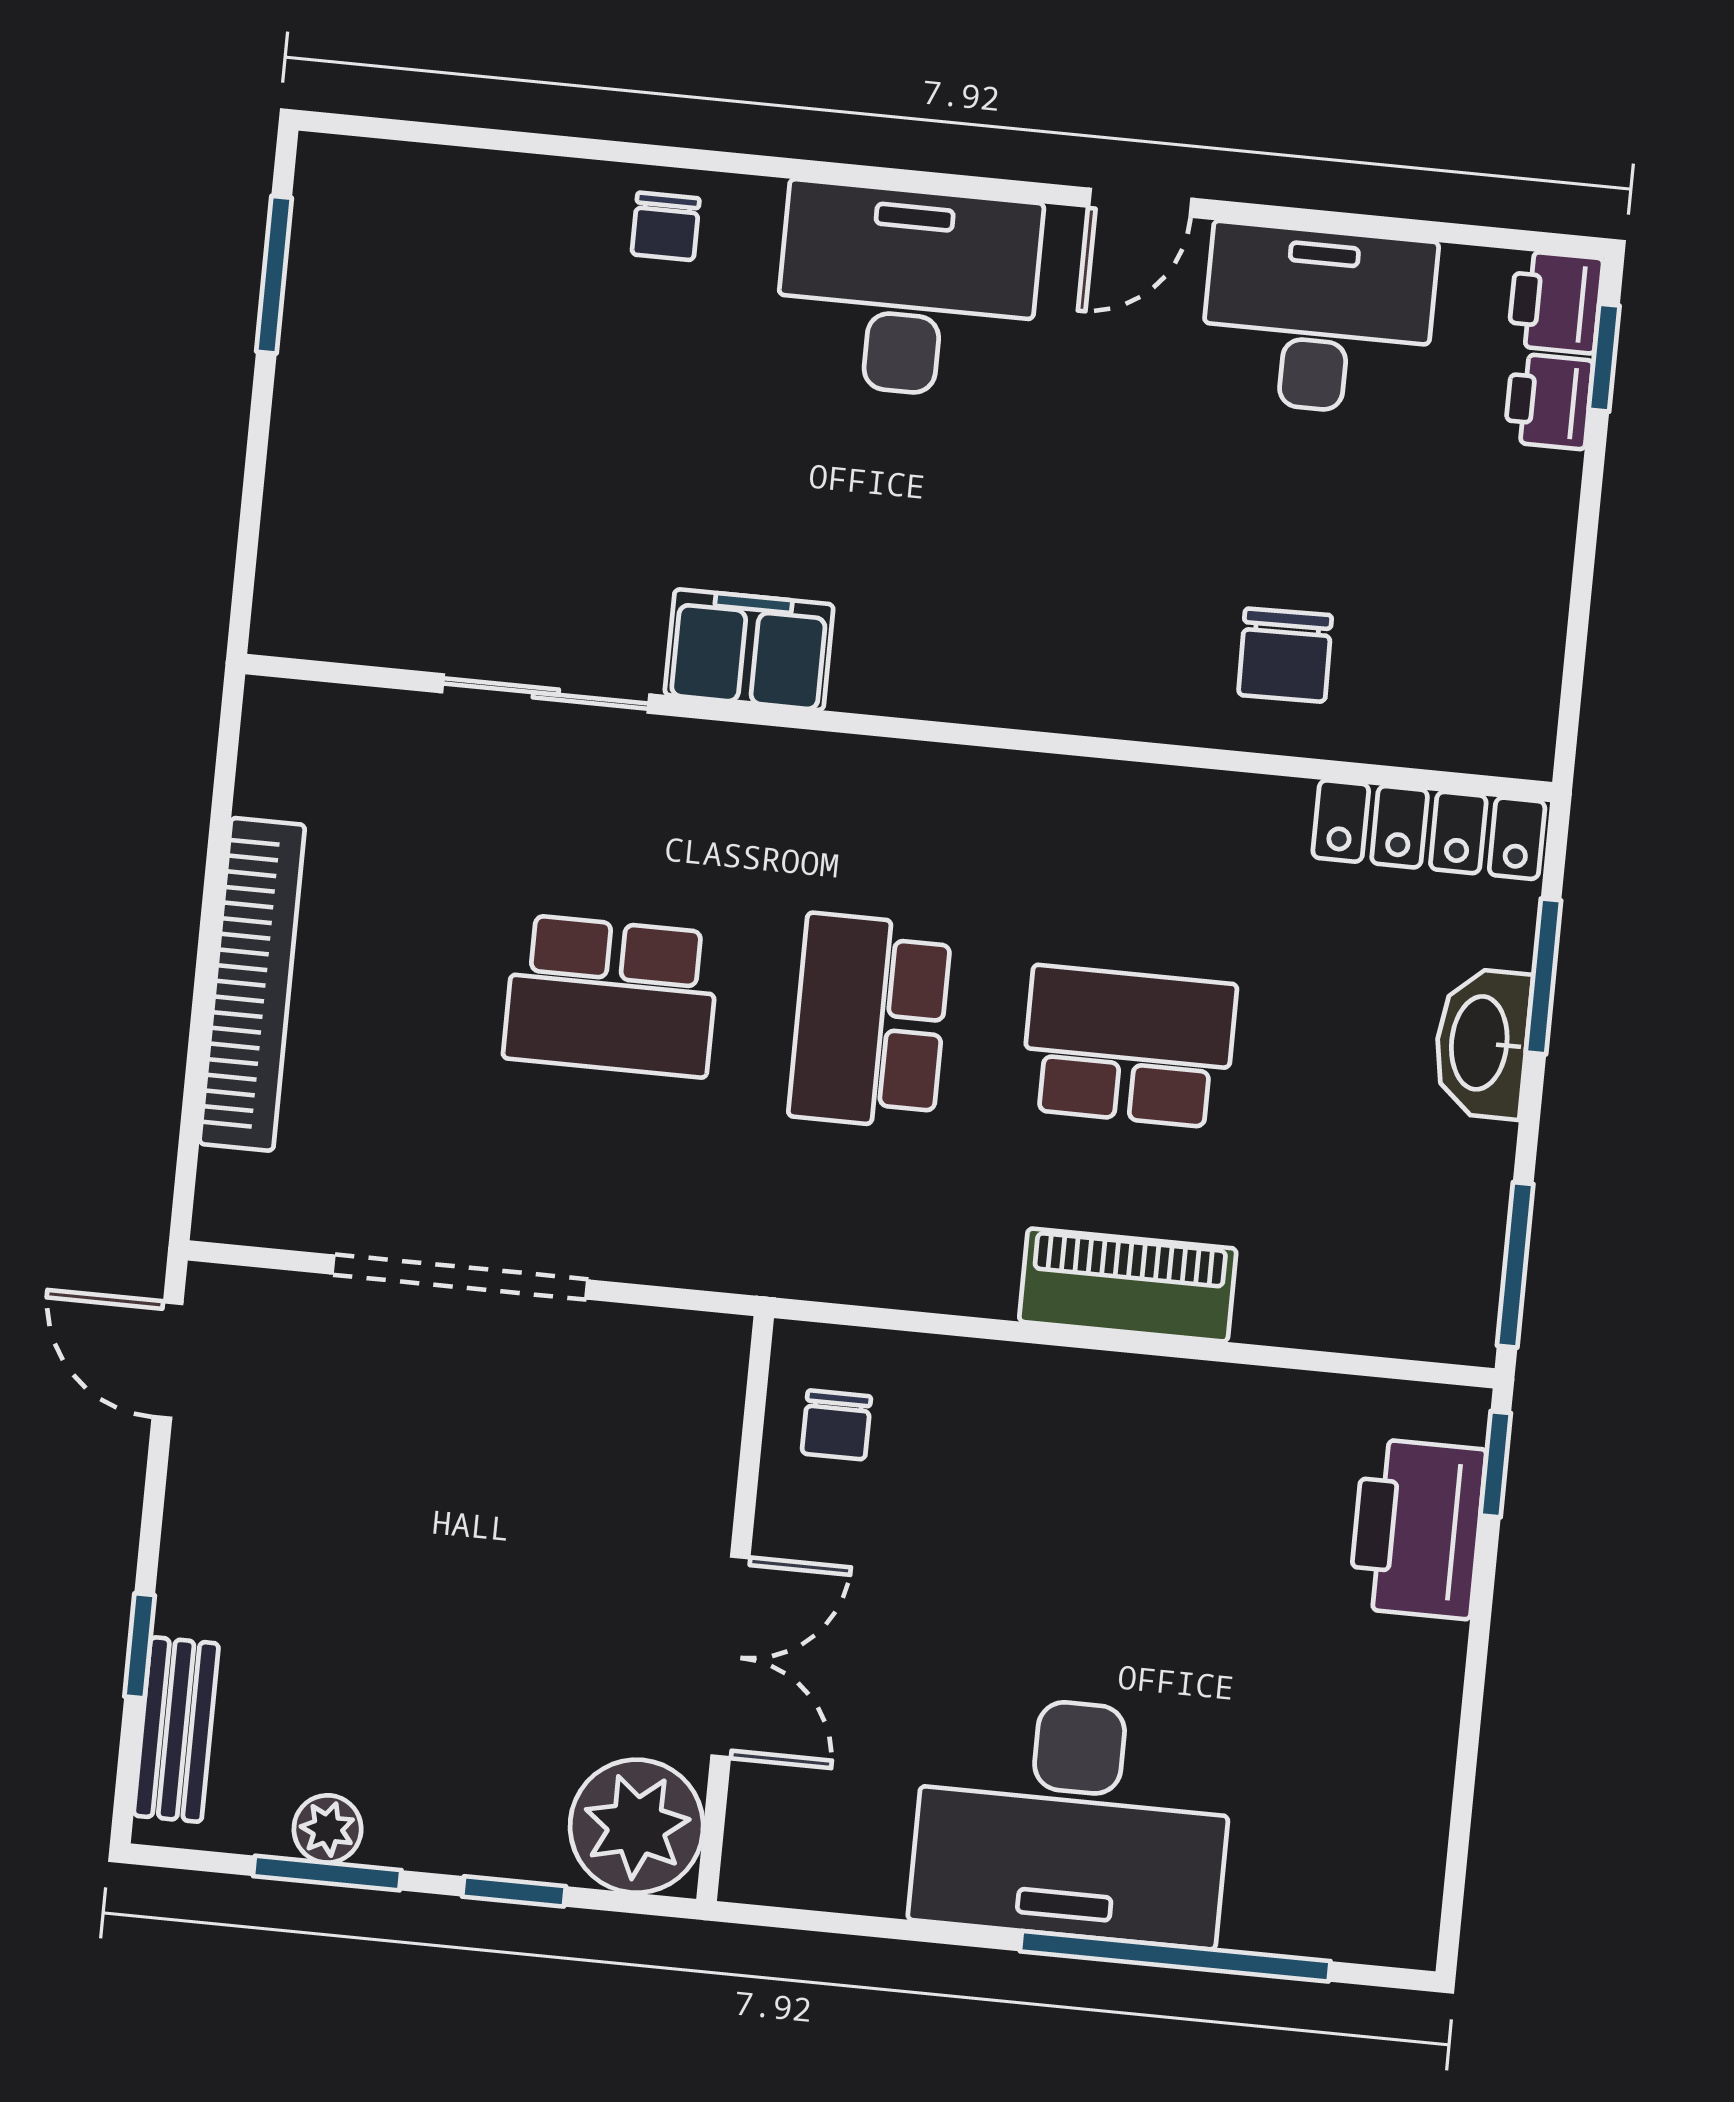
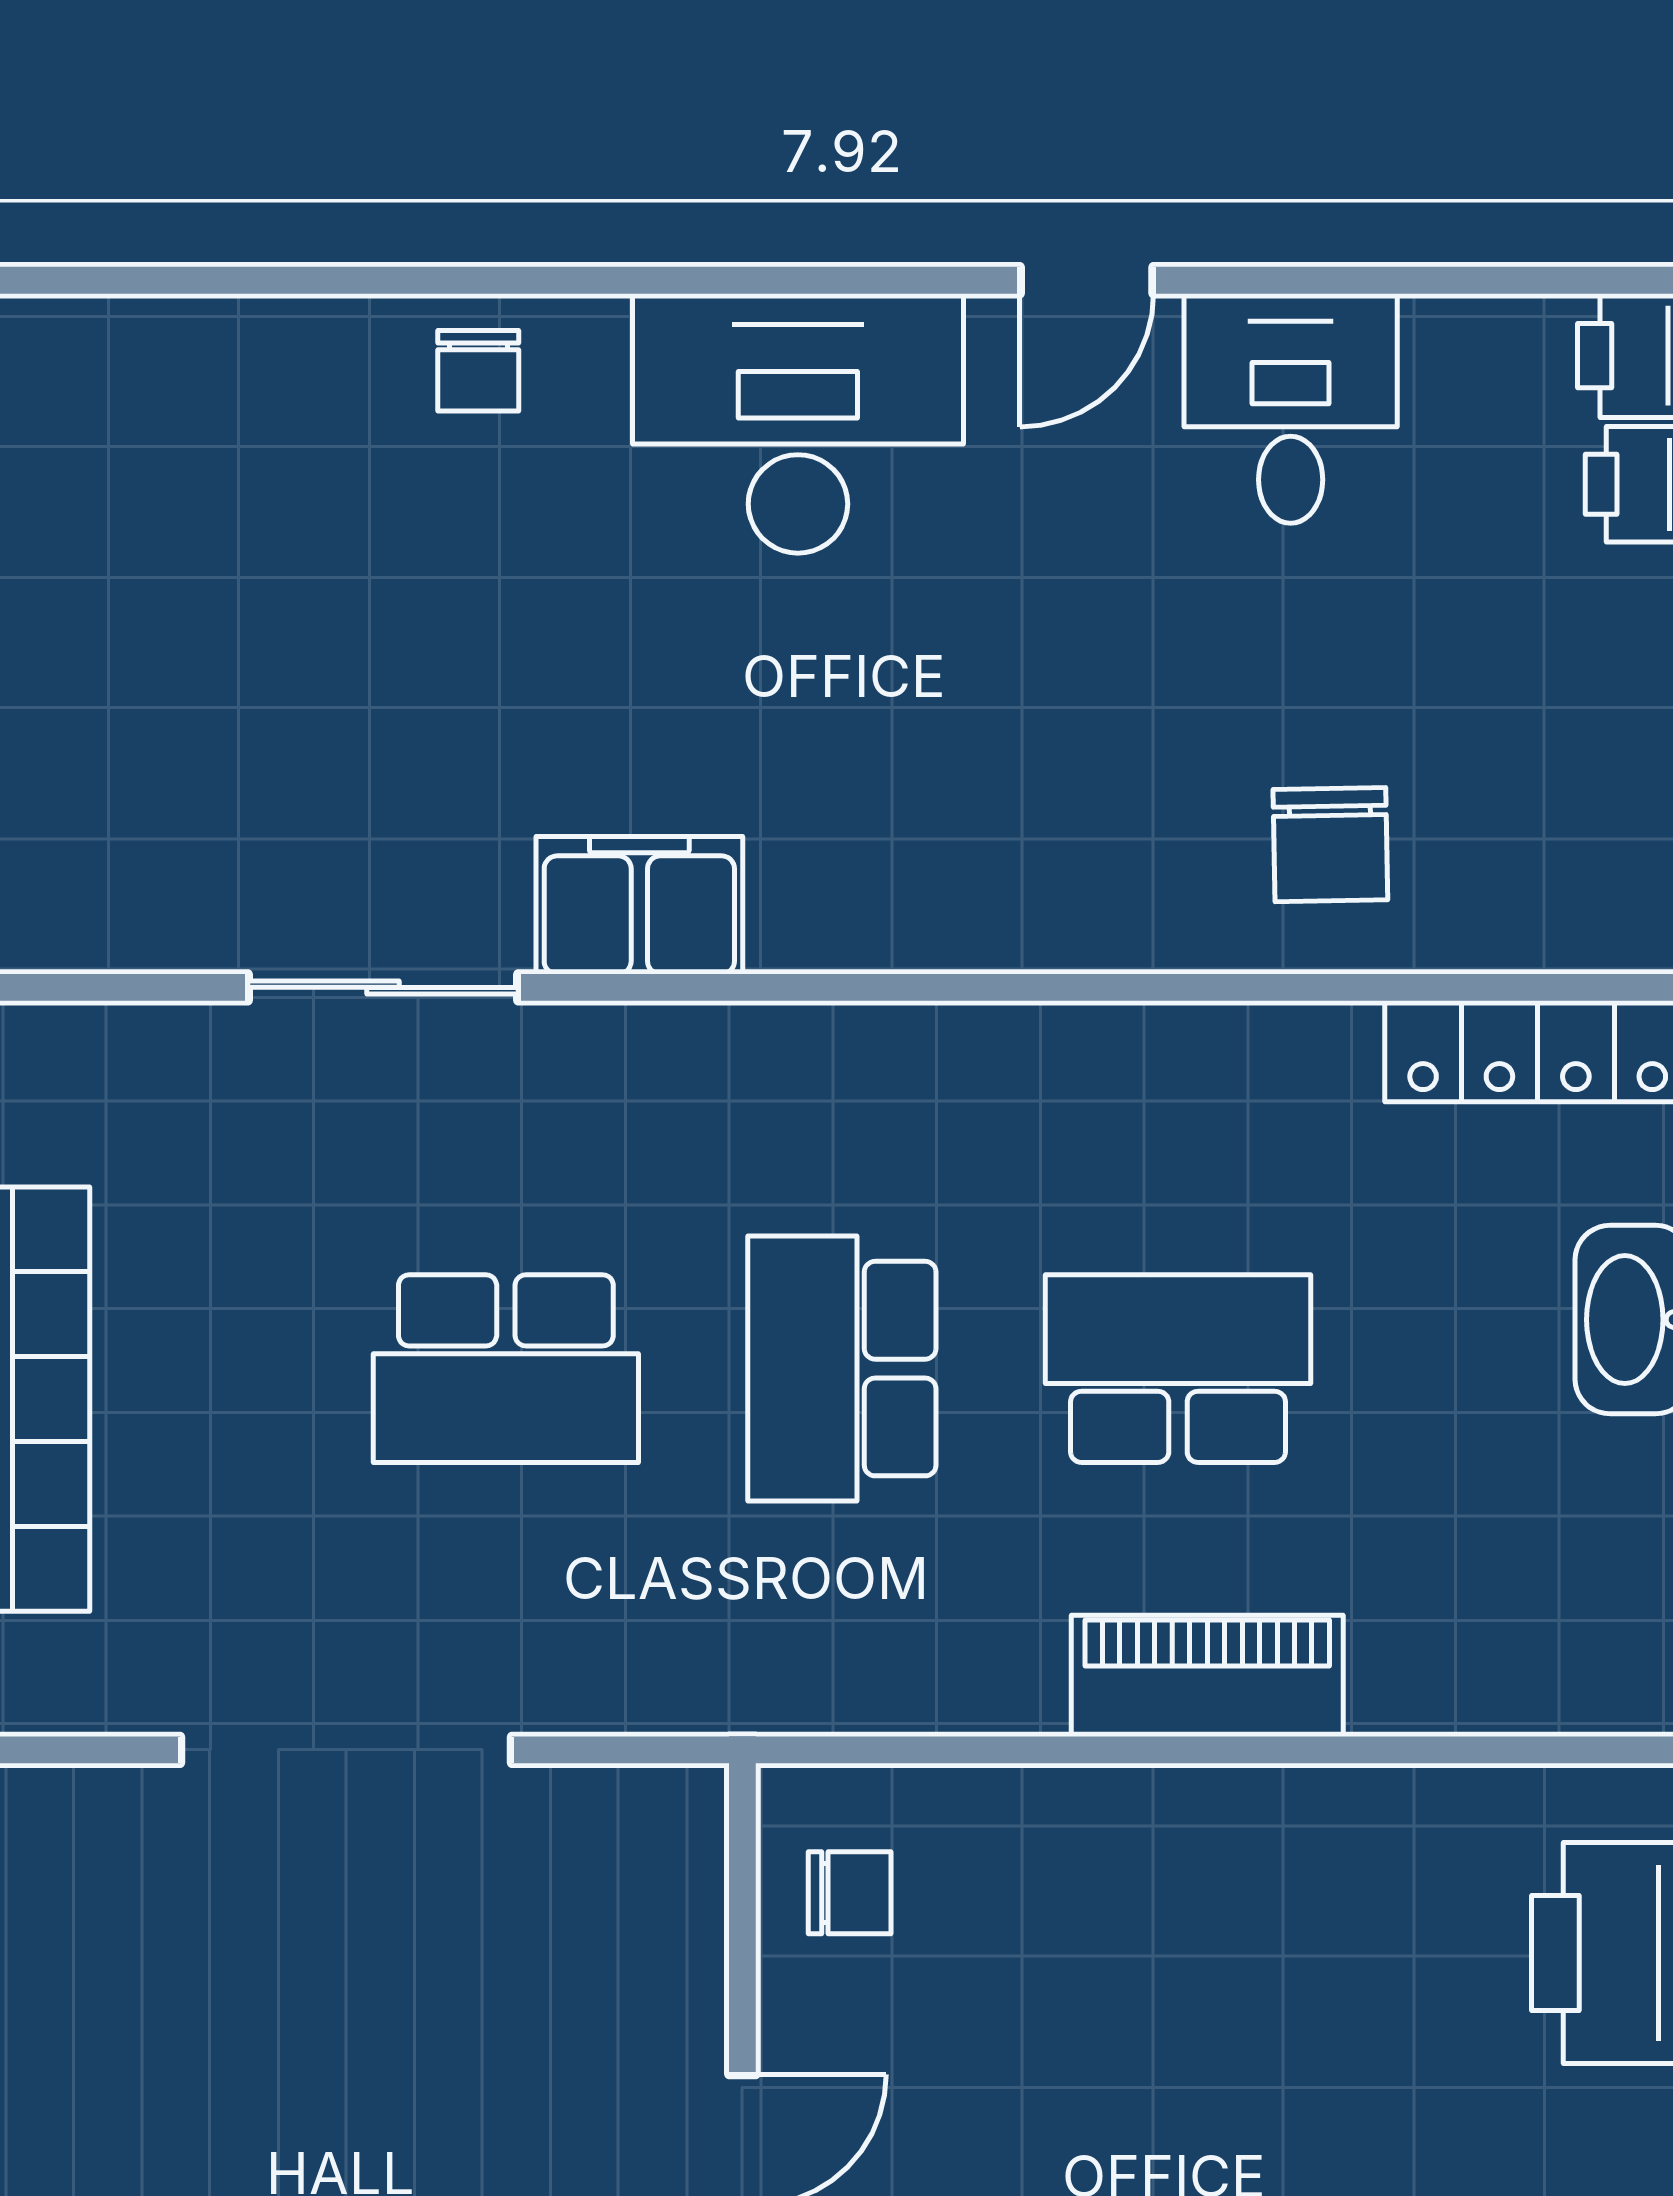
desk: (1318, 320) -> (1291, 408), width x0.73
chair: (836, 1425) -> (850, 1893), turned -90

